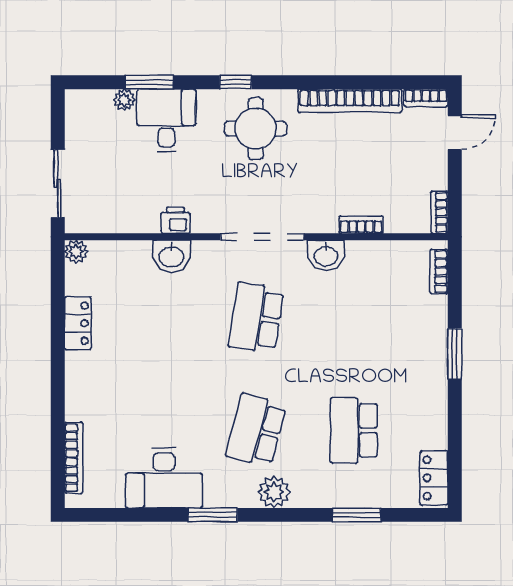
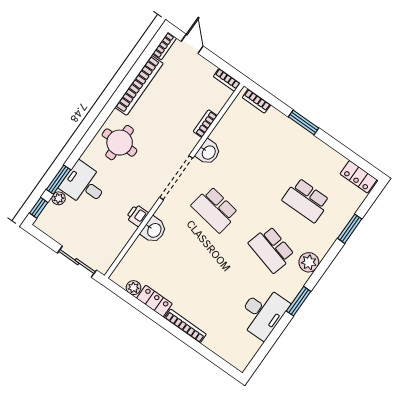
window: (236, 82) -> (39, 208), moved
plant: (76, 252) -> (134, 288), moved
bookcase: (74, 458) -> (185, 326), moved

